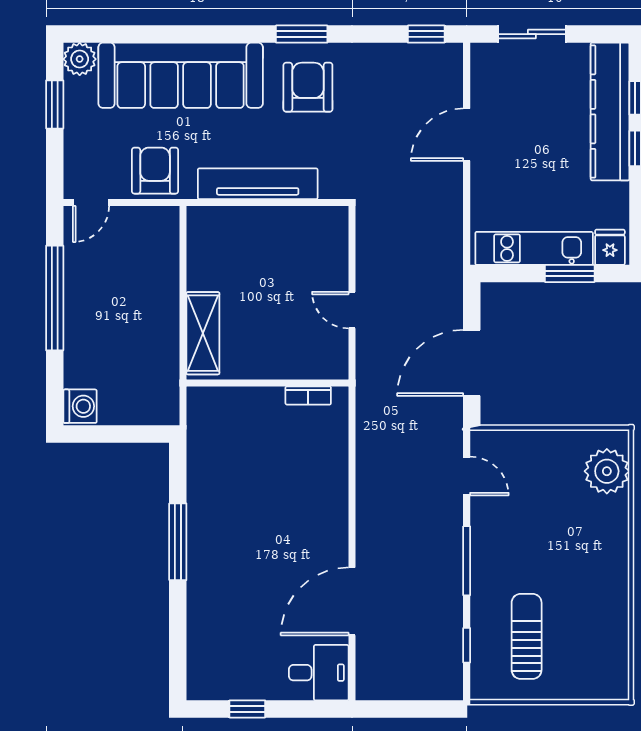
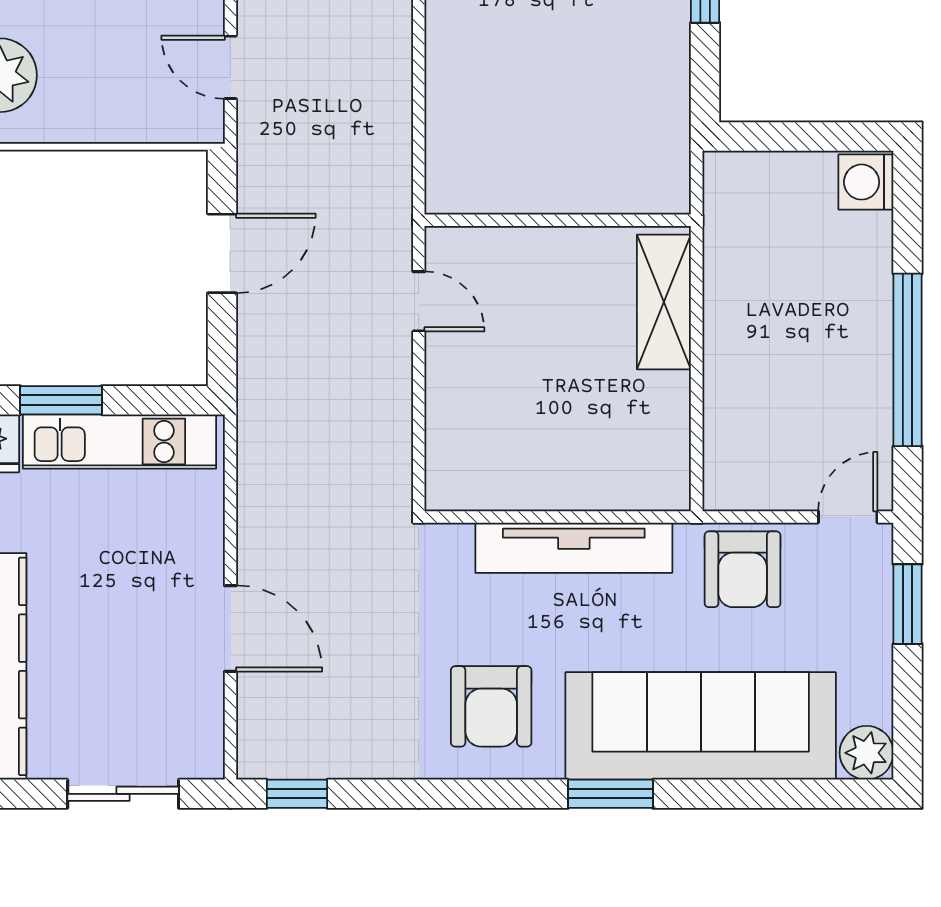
window: (302, 34) -> (610, 794), moved
window: (55, 104) -> (908, 604), moved
door: (467, 135) -> (230, 628), hinge flipped
door: (352, 310) -> (419, 301), moved
door: (472, 363) -> (222, 253), width x0.73
bookcase: (308, 395) -> (491, 200), removed

